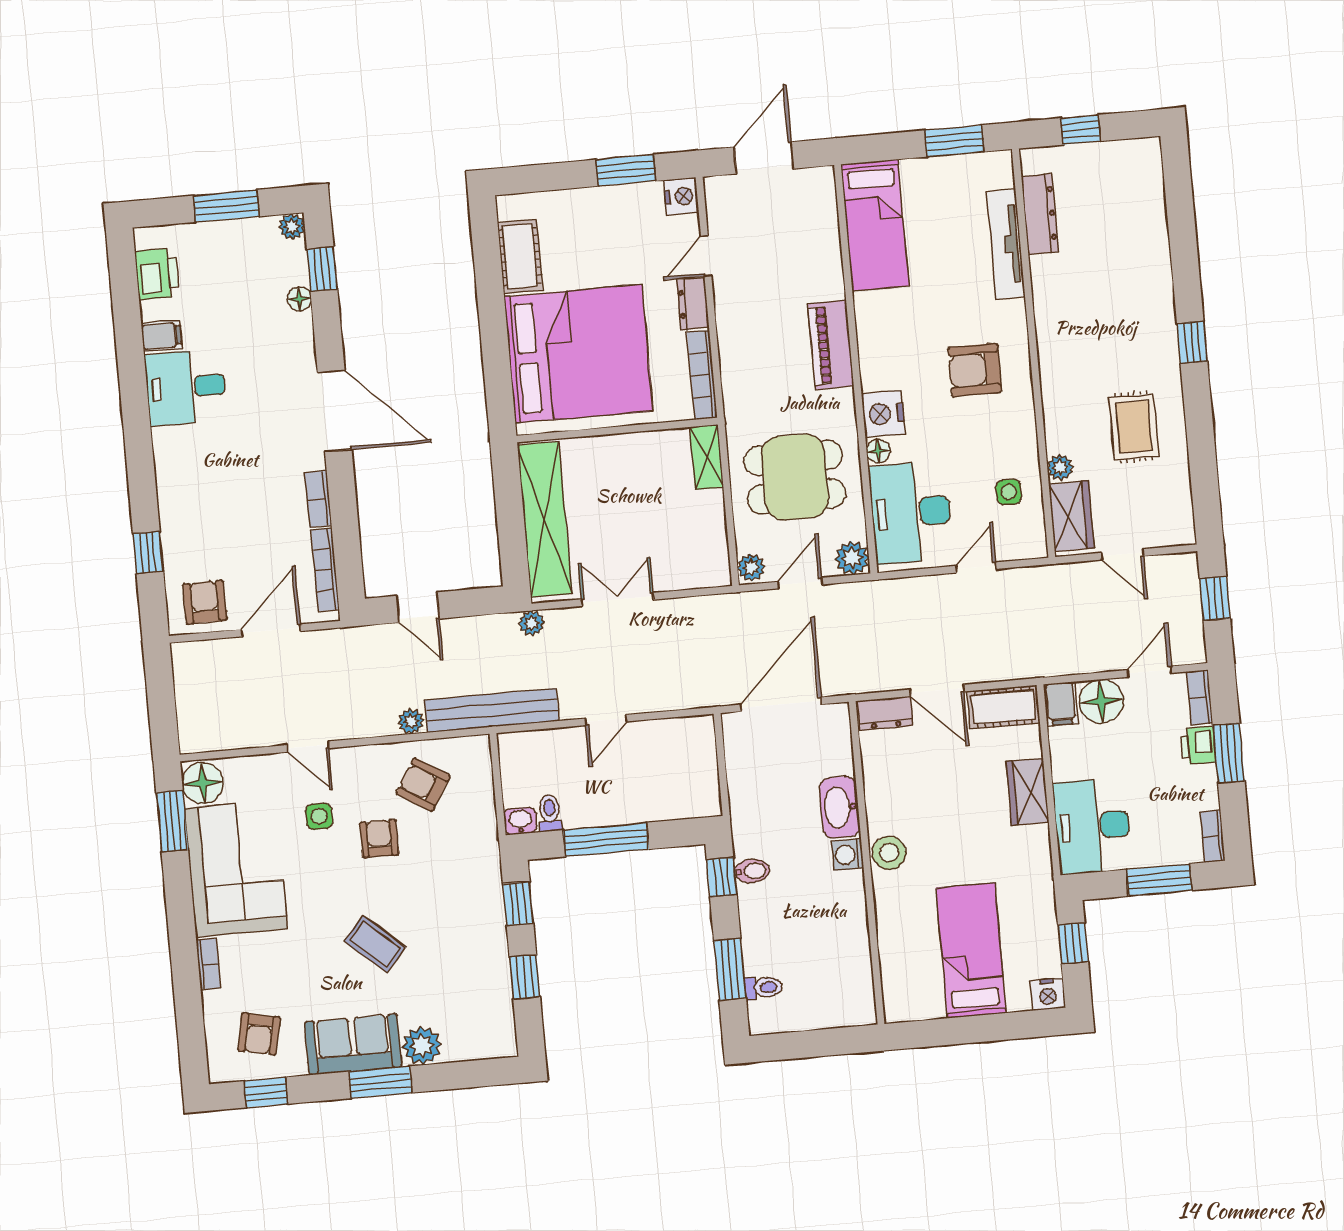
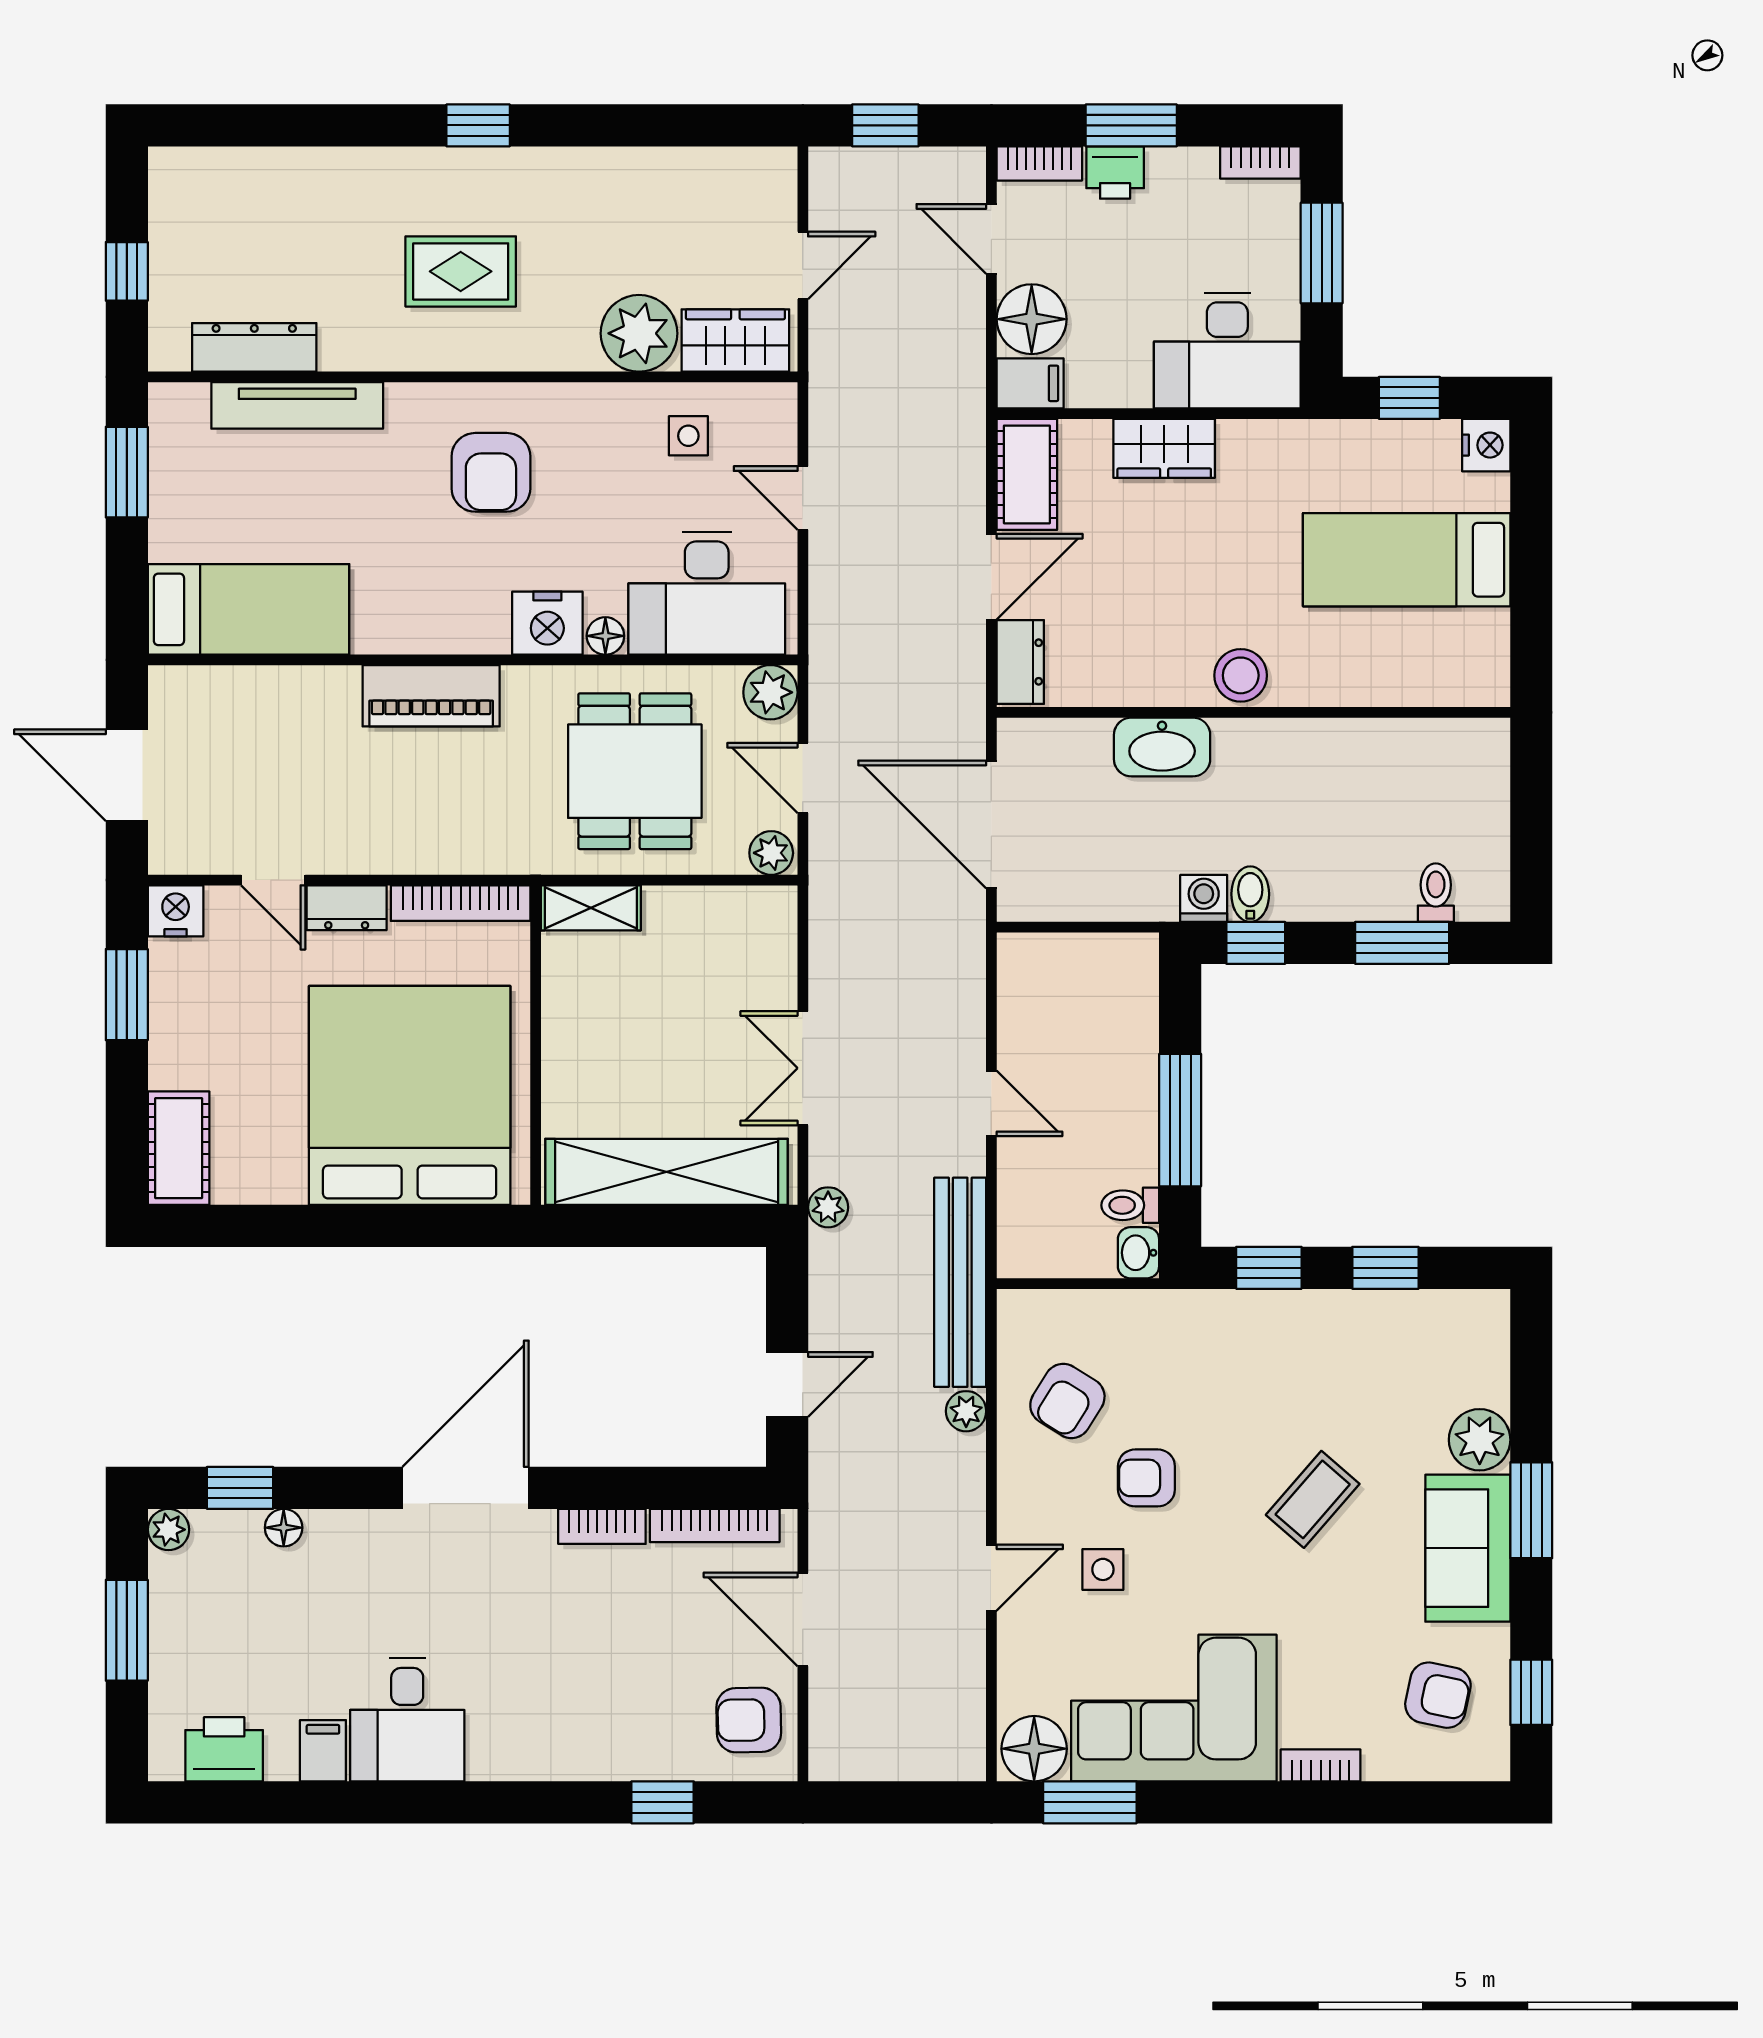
cot: (520, 257) -> (179, 1148), moved, turned 90
rug: (1134, 427) -> (461, 271), moved
plant: (1060, 467) -> (639, 333), width x1.87, depth x1.87
washing machine: (848, 855) -> (1204, 898), moved, turned 180

